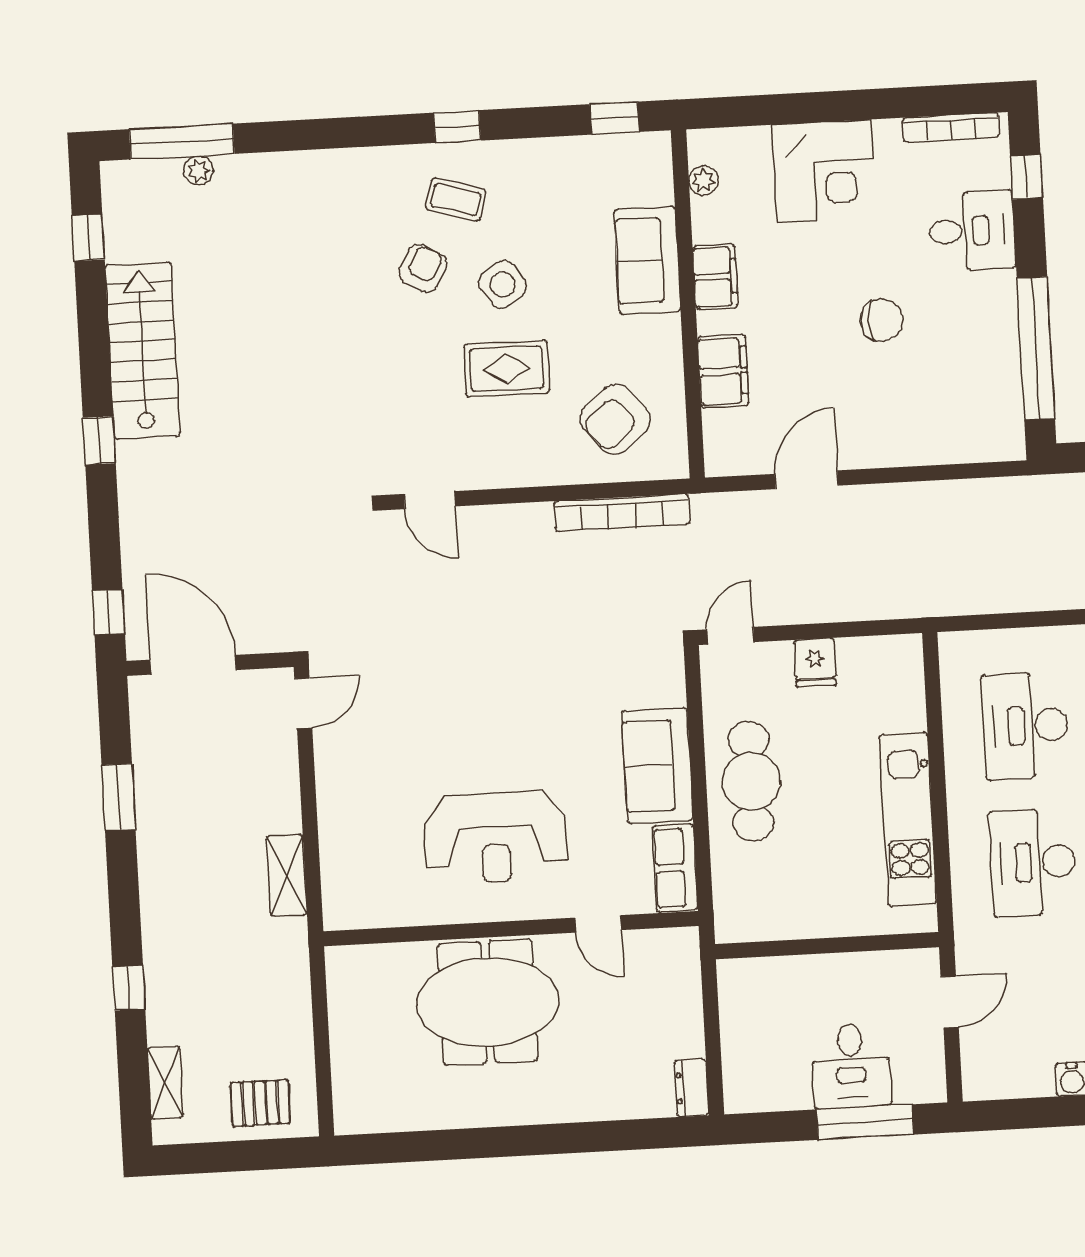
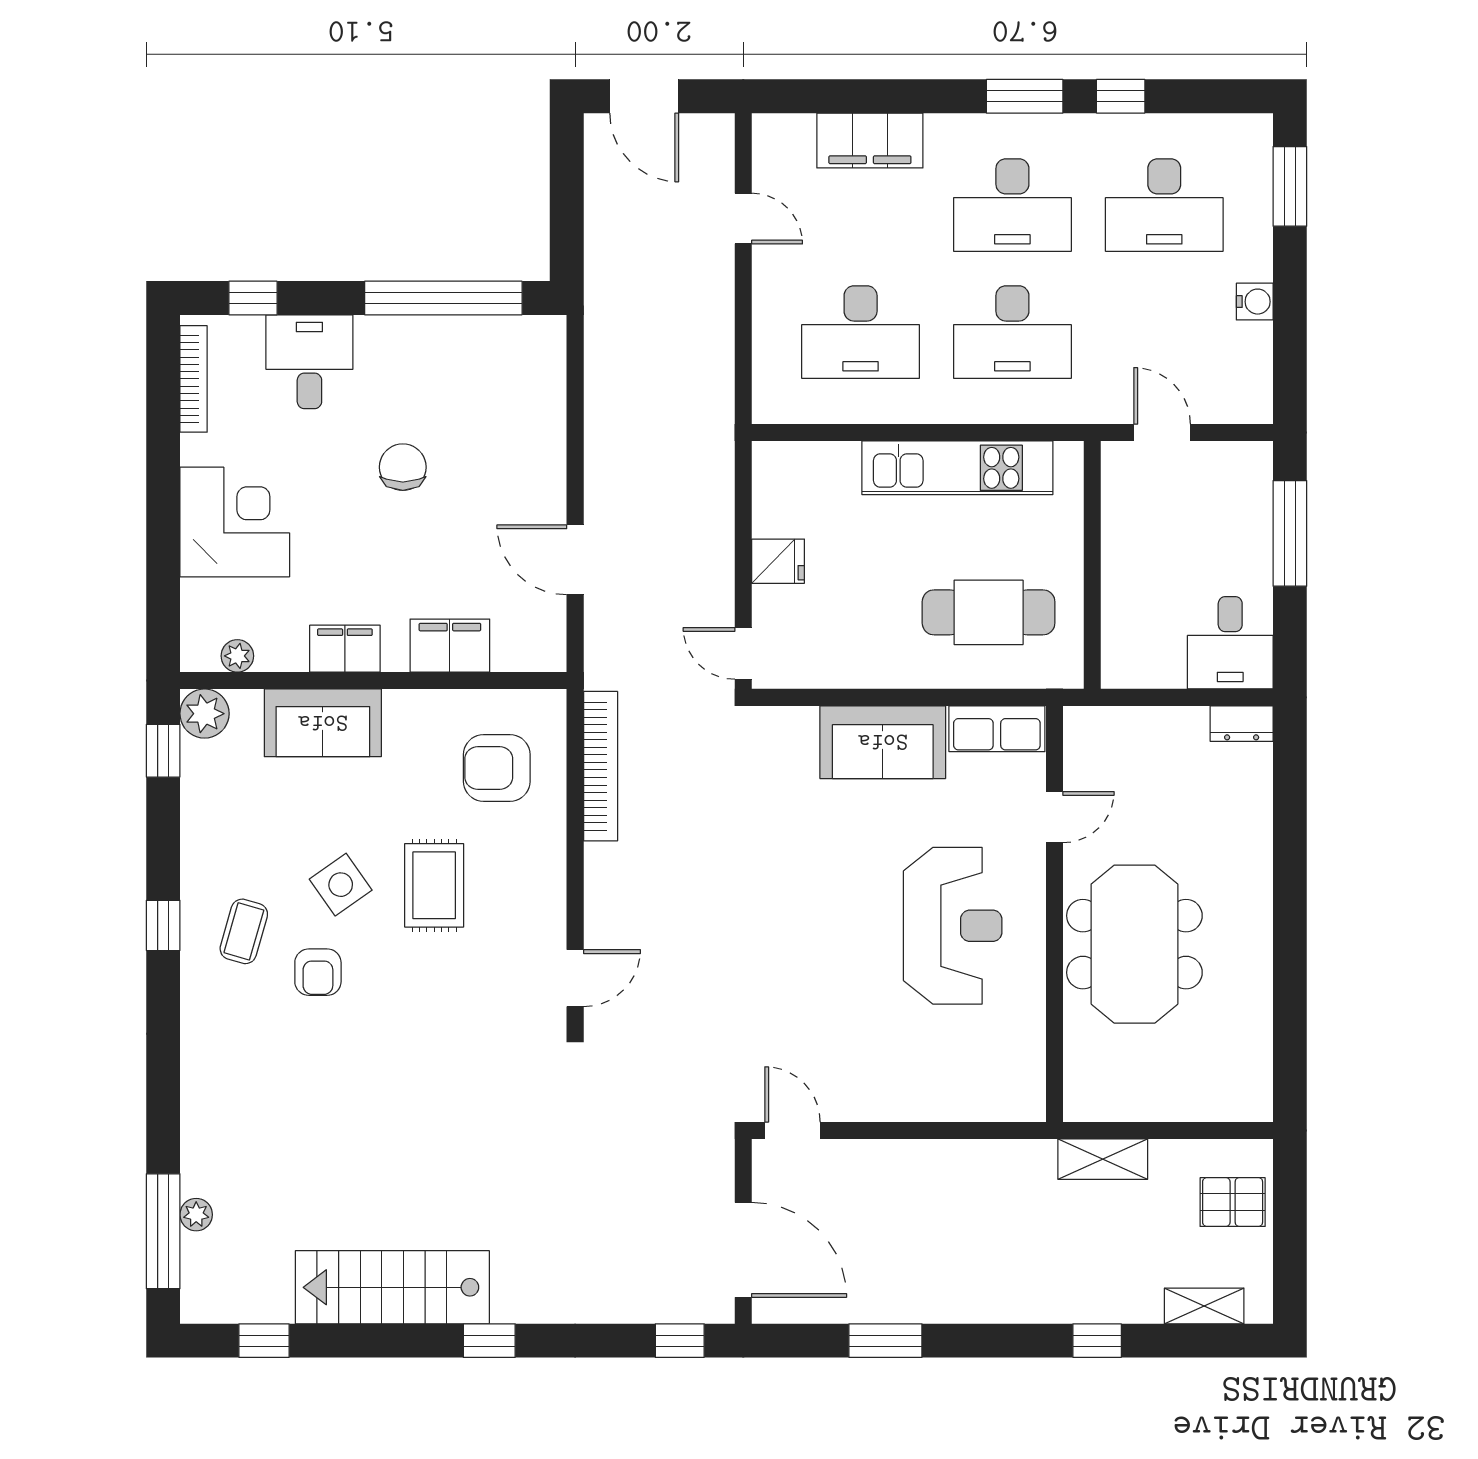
plant: (650, 154) -> (205, 714), added
armchair: (423, 268) -> (318, 972), turned -120
armchair: (615, 419) -> (497, 768), turned 130
door: (193, 665) -> (743, 1250), swing flipped
cafe table: (751, 781) -> (989, 612), moved
shelving: (287, 875) -> (1103, 1159), moved
desk: (851, 1066) -> (1230, 643), moved, turned 90
pallet: (260, 1103) -> (1233, 1202), turned 90

